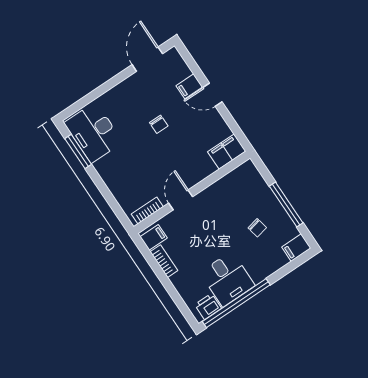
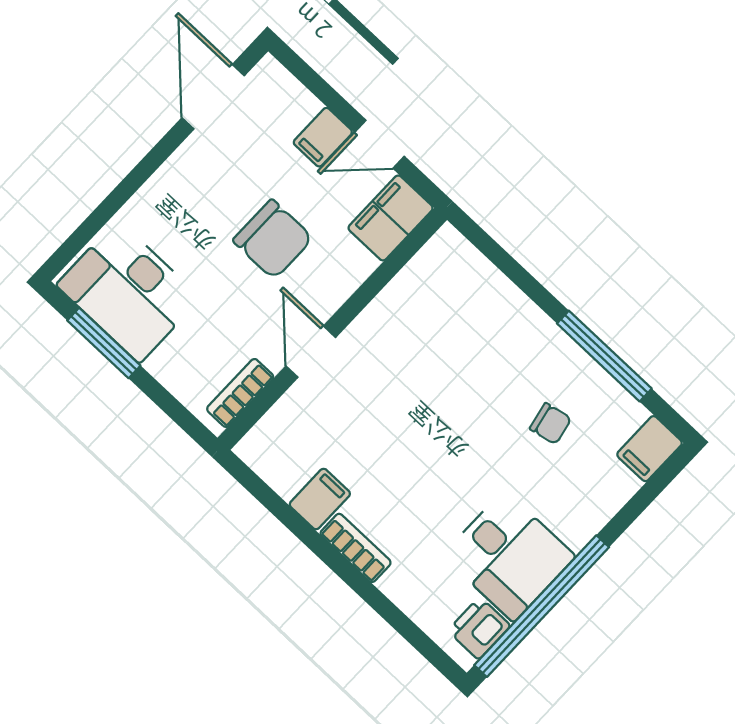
chair: (159, 124) -> (273, 239), width x1.87, depth x1.87
filing cabinet: (227, 152) -> (391, 218), moved
wall: (192, 192) -> (332, 329), moved
door: (181, 200) -> (311, 352), moved
bookcase: (147, 210) -> (240, 393), moved

